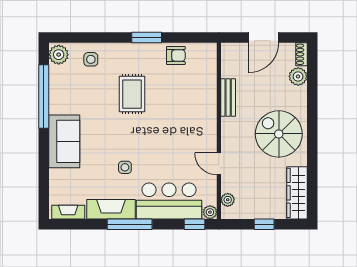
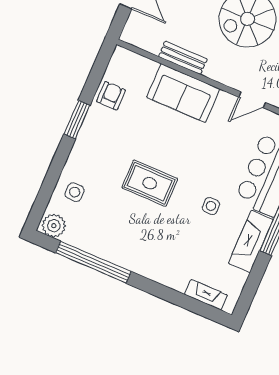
rug: (132, 94) -> (150, 183), moved
sofa: (64, 141) -> (183, 93), moved, turned 180
fireplace: (68, 212) -> (206, 295), moved, turned 90

